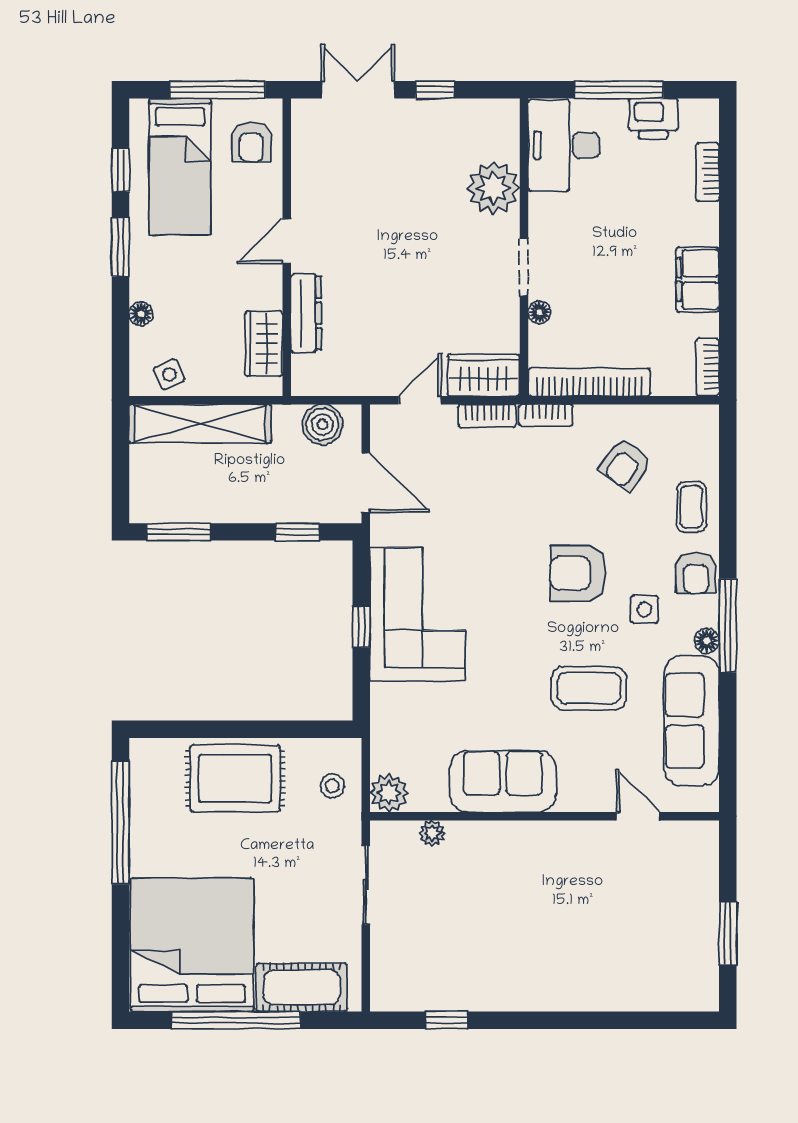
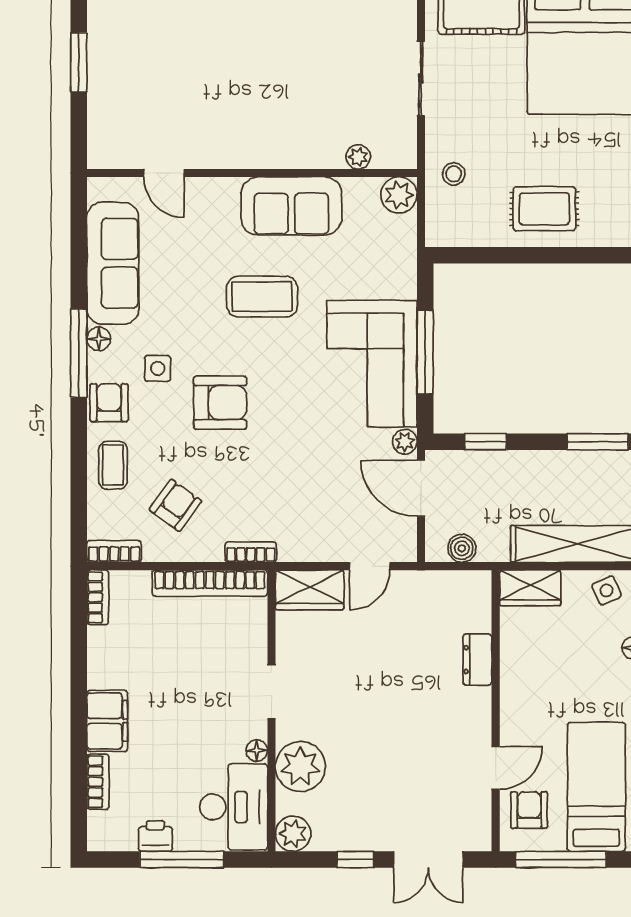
plant: (501, 117) -> (293, 834), added
printer: (653, 119) -> (155, 836), width x0.73, depth x0.81
door: (287, 241) -> (496, 768), moved
filing cabinet: (698, 280) -> (107, 721), moved
floor lamp: (539, 312) -> (257, 750), moved
dresser: (306, 313) -> (477, 660), width x0.70
wardrobe: (264, 344) -> (530, 588), moved, turned 90
bookcase: (487, 416) -> (114, 551), moved
boiler: (322, 424) -> (462, 548), width x0.73, depth x0.73
plant: (383, 532) -> (405, 442), added
window: (361, 627) -> (425, 352), width x2.17
coffee table: (589, 688) -> (262, 297), moved
rug: (235, 778) -> (544, 209), width x0.73, depth x0.70
stool: (332, 786) -> (454, 174), moved
sliding door: (366, 885) -> (421, 79), moved

